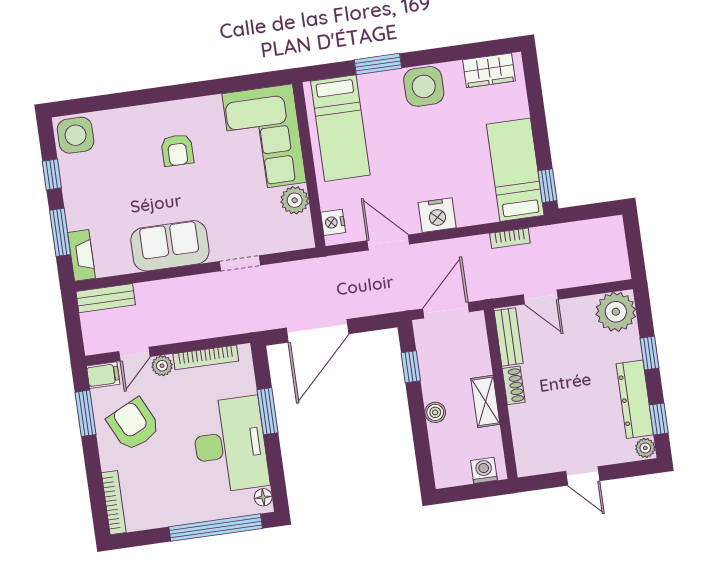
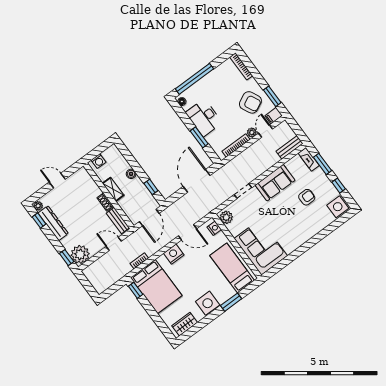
armchair: (177, 150) -> (307, 197), moved, turned 90
bed: (515, 170) -> (156, 287), width x1.50
plant: (295, 200) -> (226, 217), moved
window: (649, 353) -> (67, 258), moved
desk: (230, 445) -> (204, 118), width x0.73, depth x0.77

